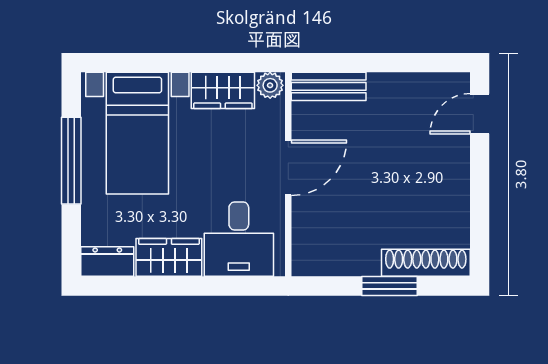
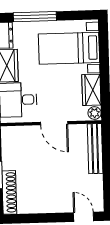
bench: (329, 86) -> (95, 149), width x1.36
window: (71, 161) -> (35, 17), moved

